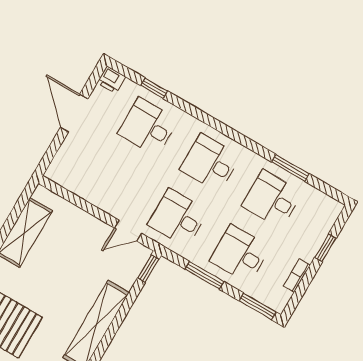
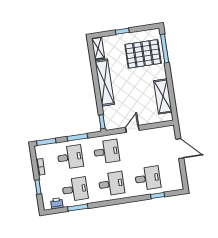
printer: (111, 80) -> (57, 203), moved
door: (74, 113) -> (180, 149), moved
door: (128, 231) -> (132, 129), moved

